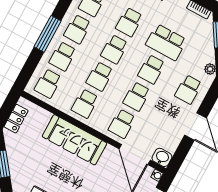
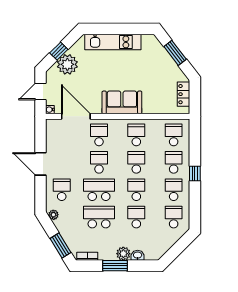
window: (48, 34) -> (195, 173), width x0.46
school desk: (151, 69) -> (99, 190), width x1.85
sofa: (75, 140) -> (122, 102), width x0.73
washbasin: (162, 157) -> (53, 126), removed

